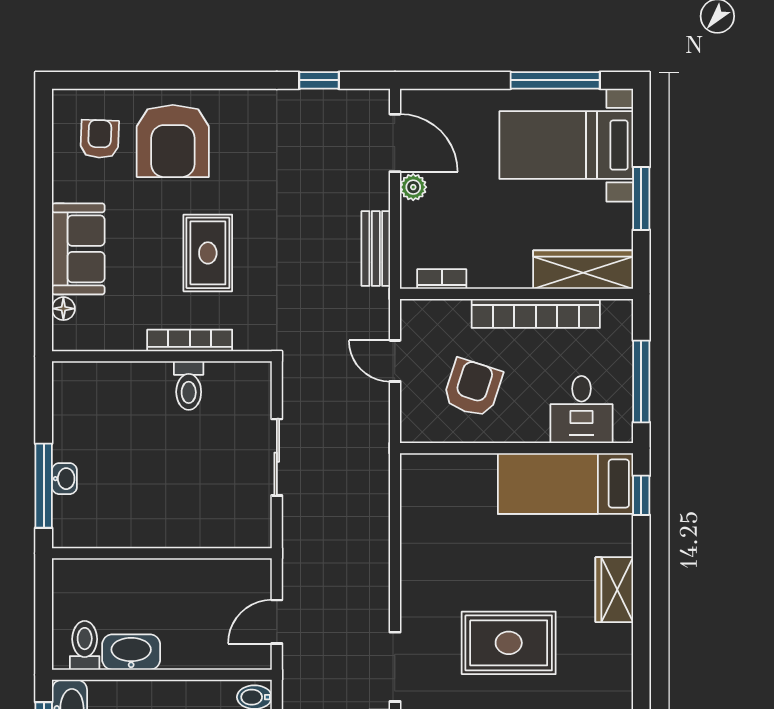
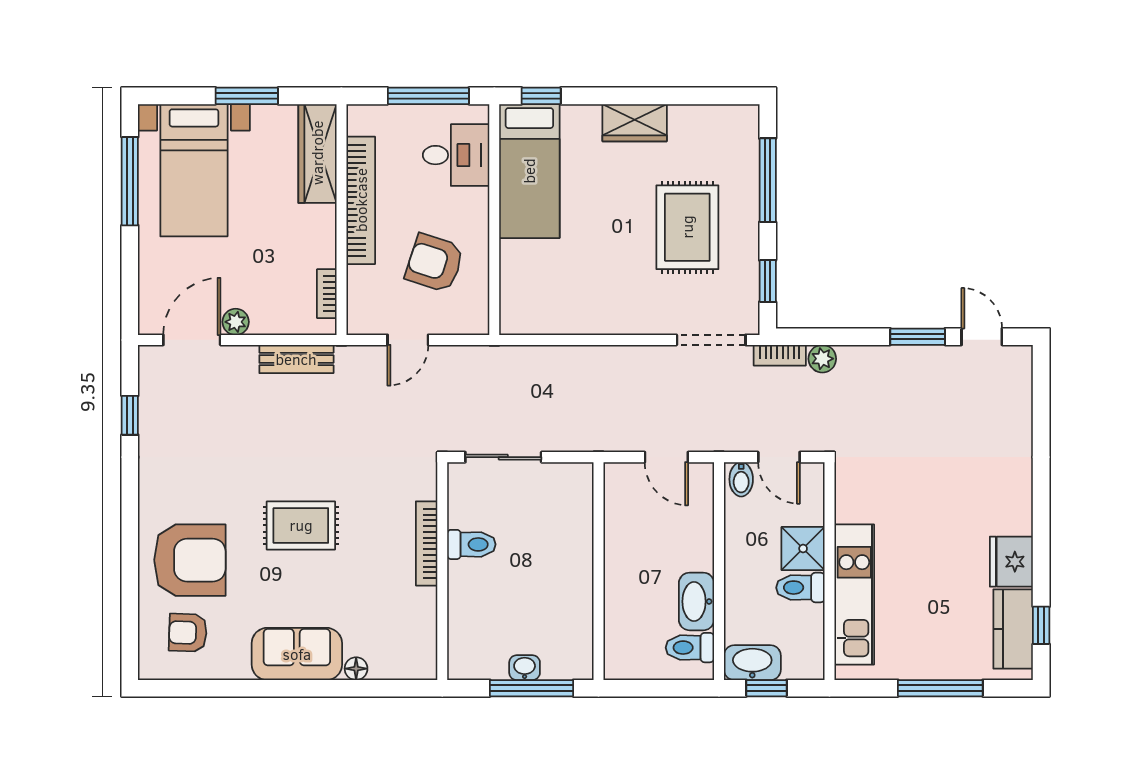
bookcase: (190, 340) -> (427, 543), moved
wall: (162, 356) -> (442, 571), moved
toilet: (189, 386) -> (471, 544), moved

